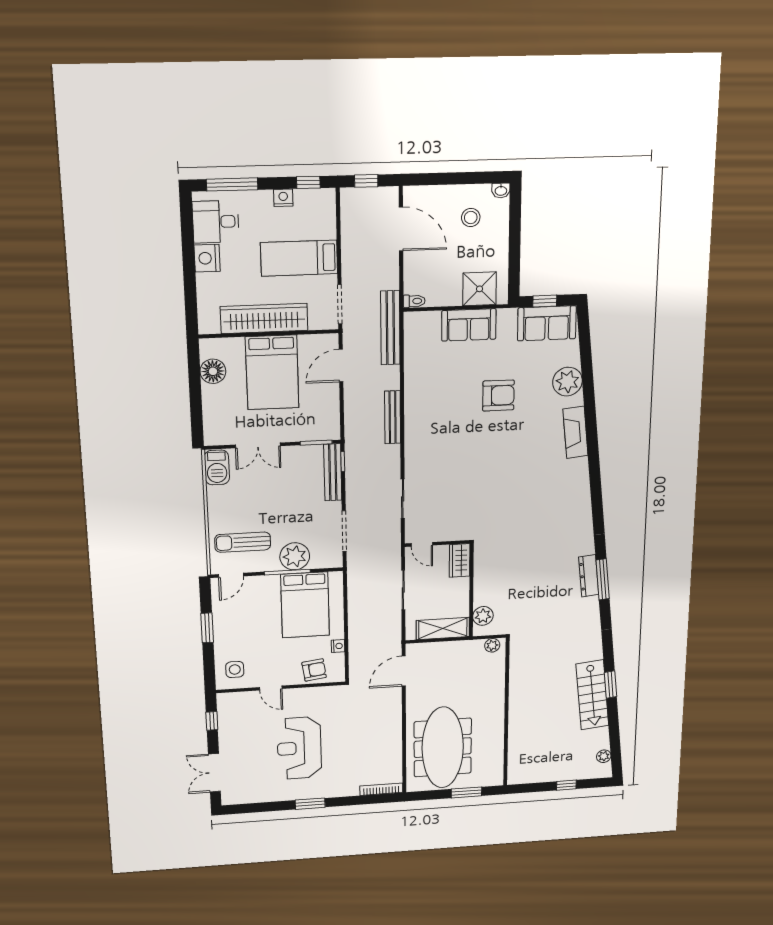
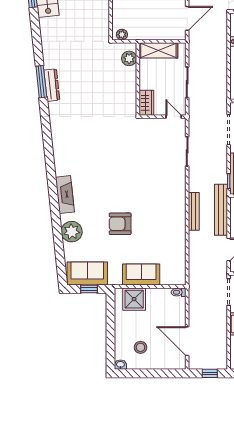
bench: (390, 328) -> (221, 210), moved

